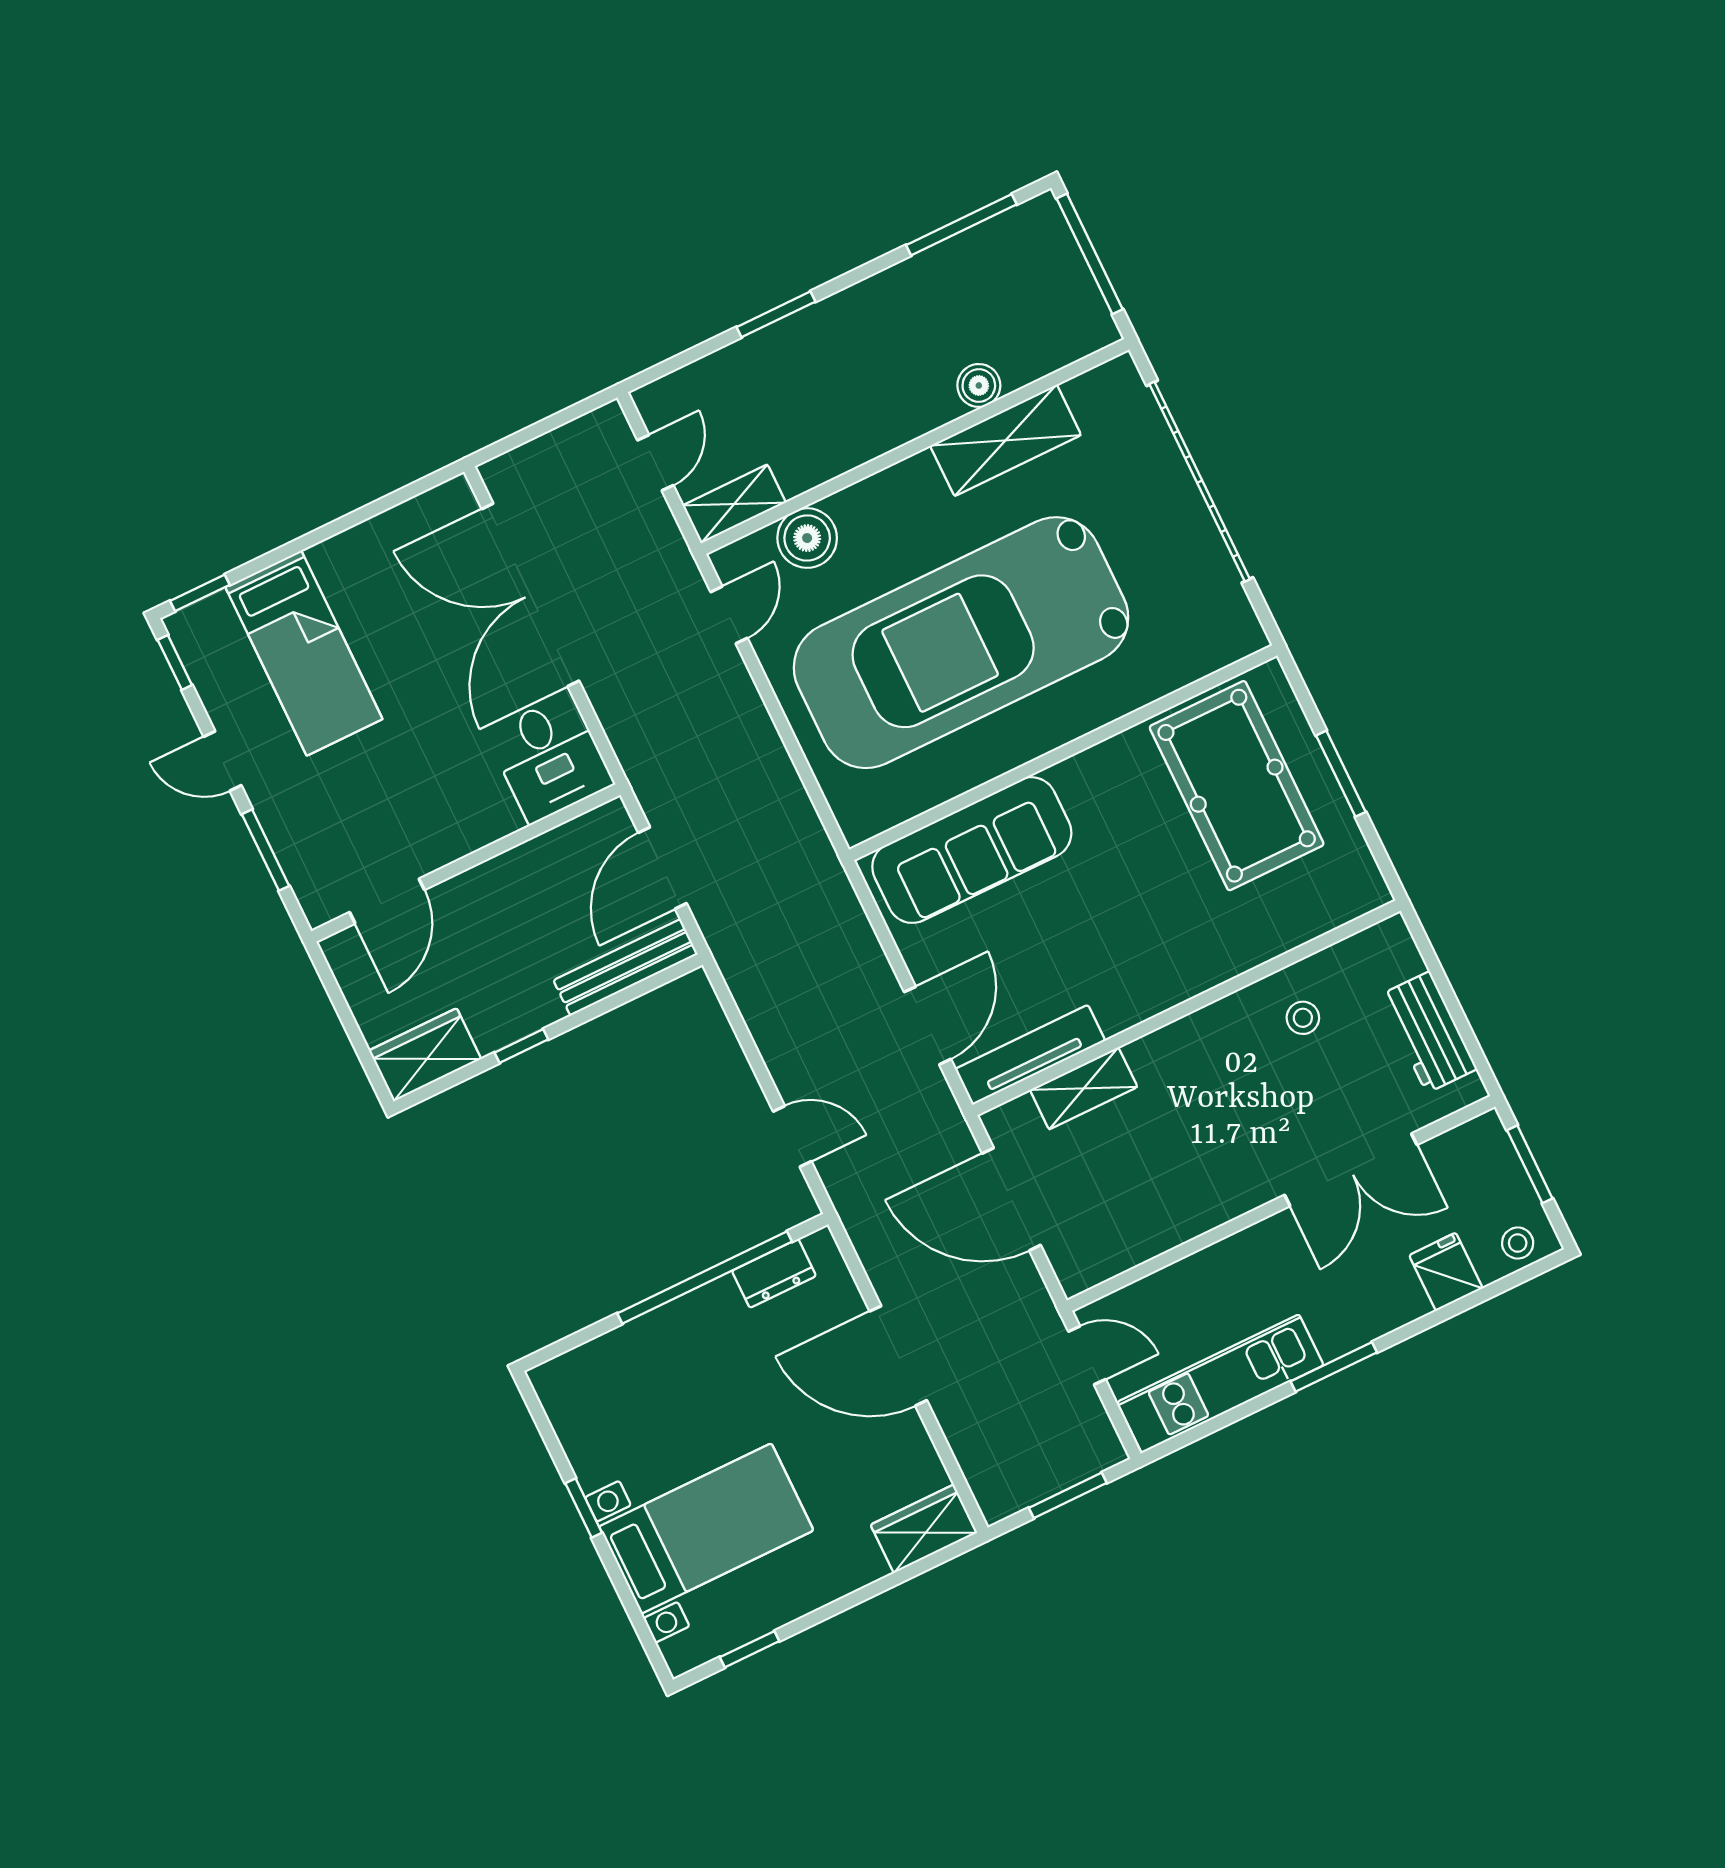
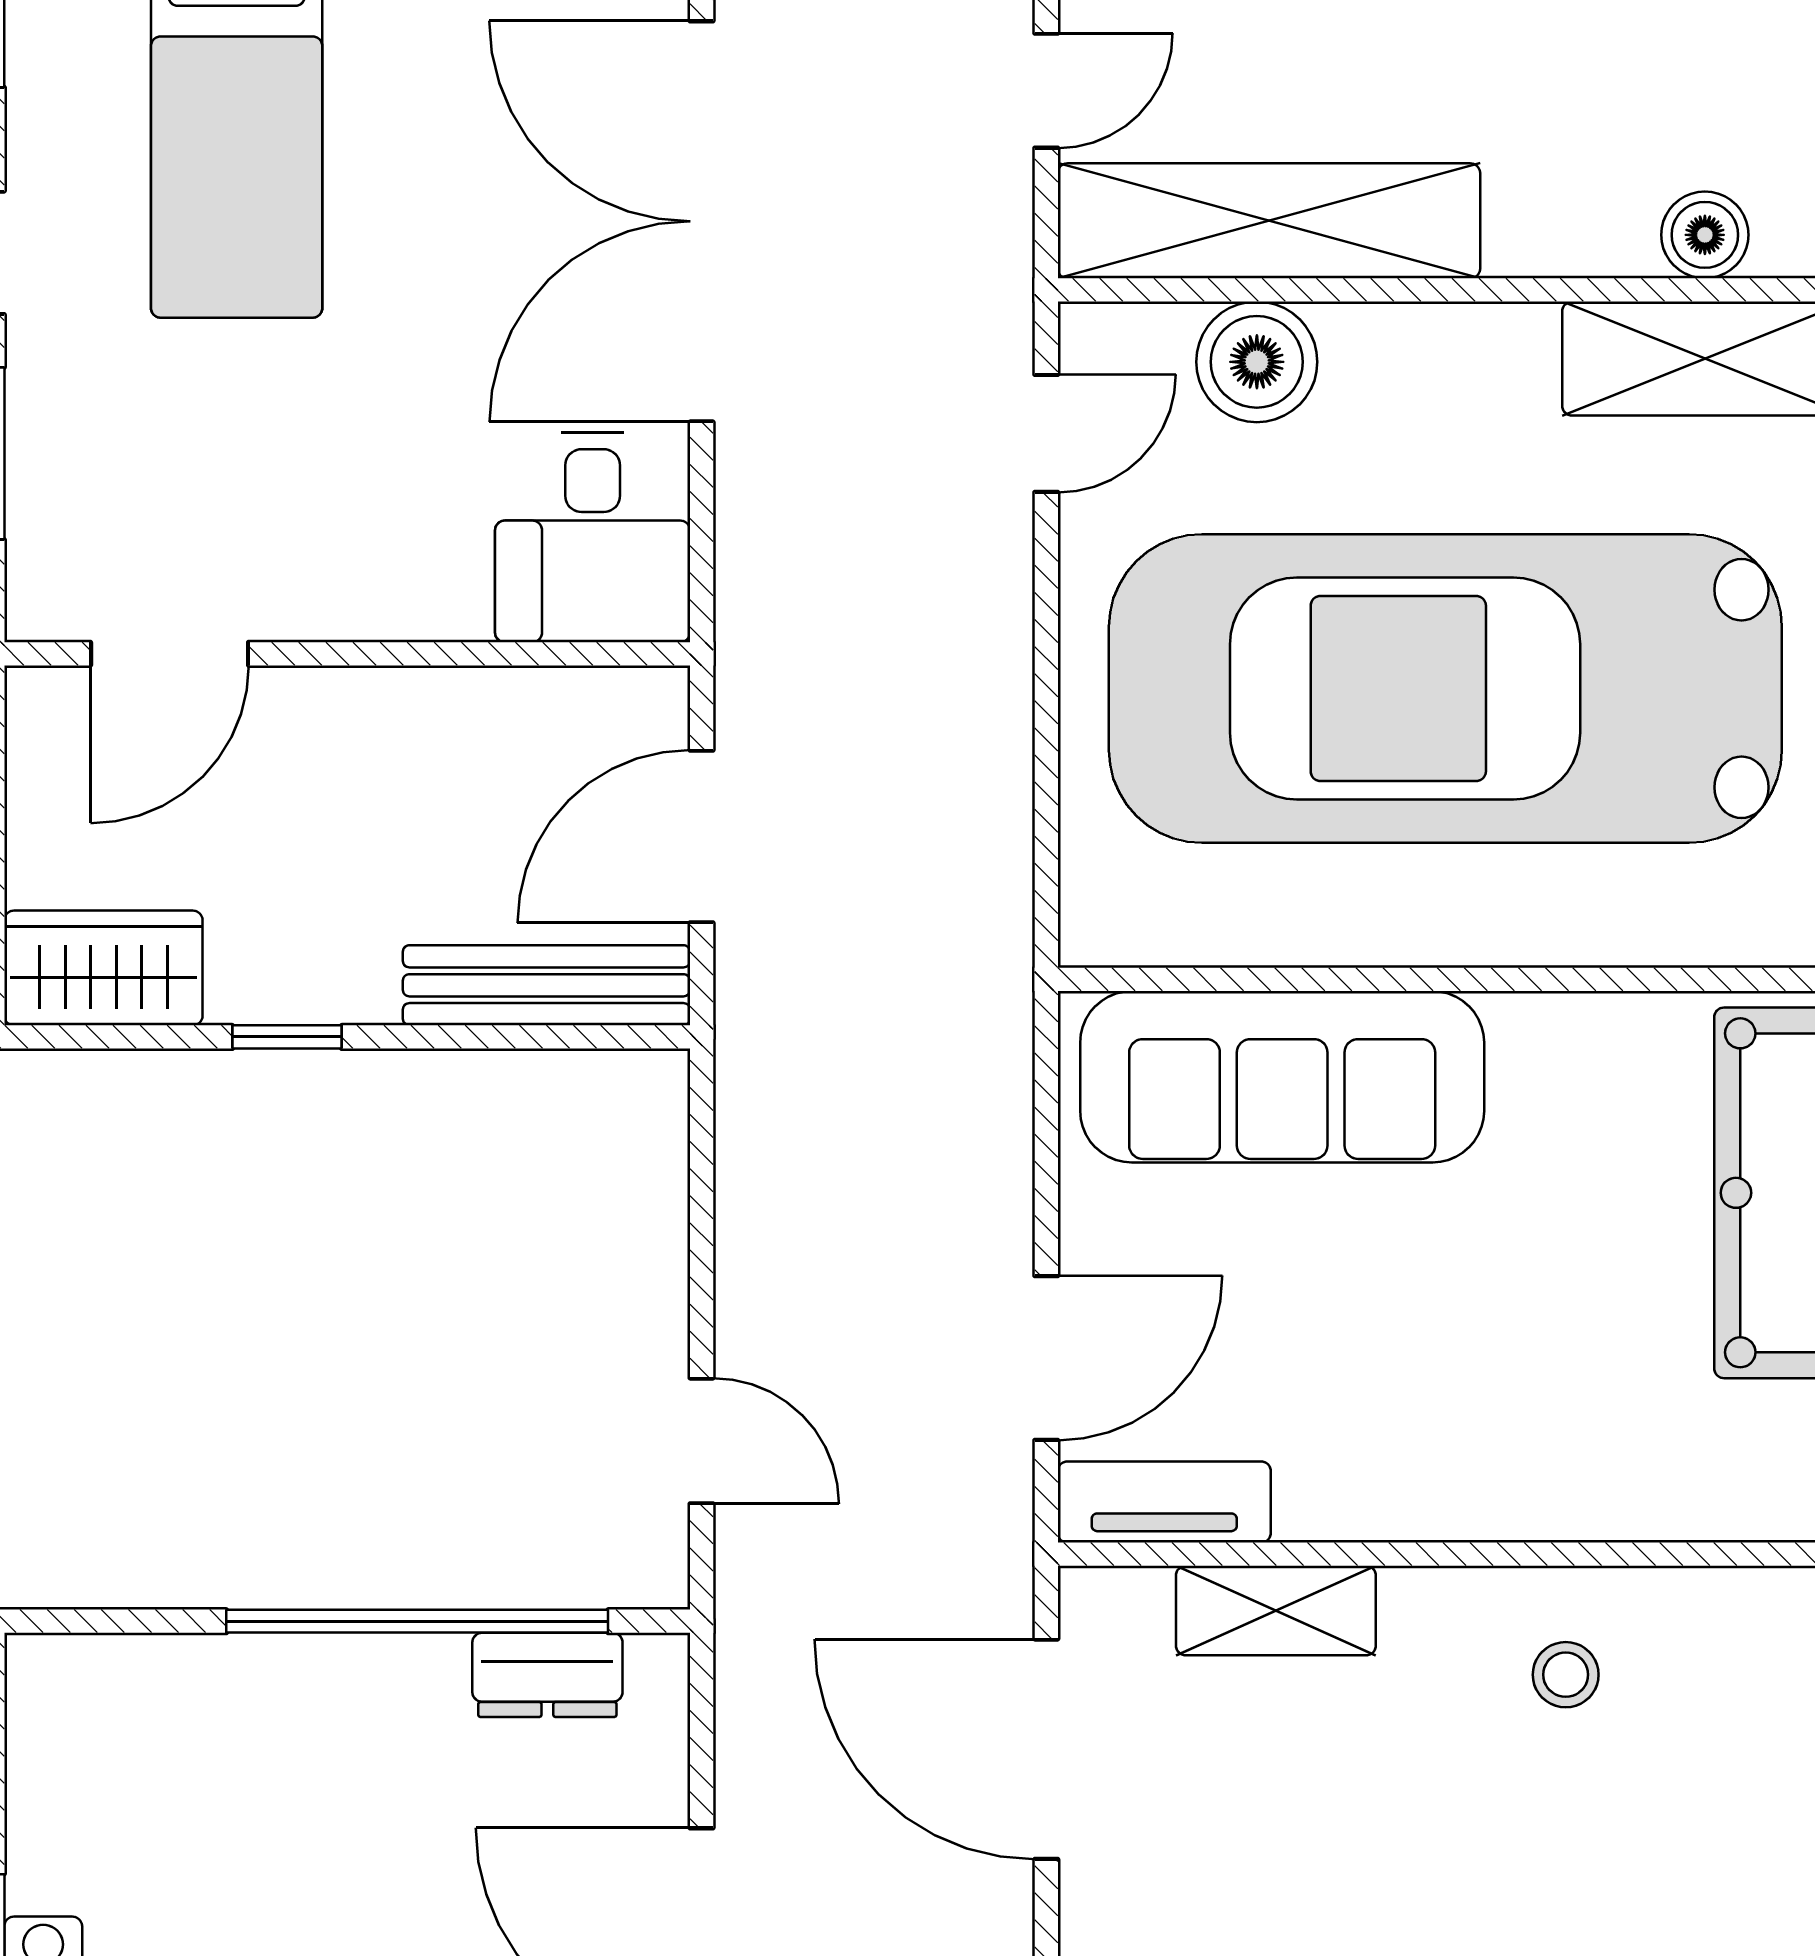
shelving: (734, 504) -> (1269, 221), width x2.20, depth x1.33
stool: (1303, 1018) -> (1566, 1675), moved
tv unit: (1030, 1055) -> (1164, 1502), width x0.71

